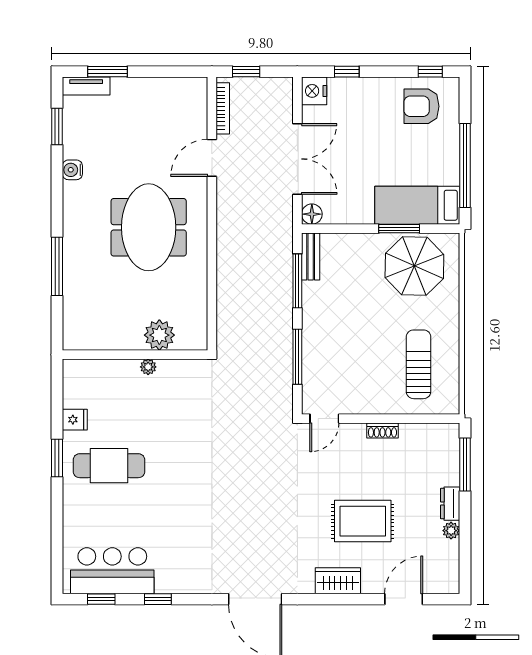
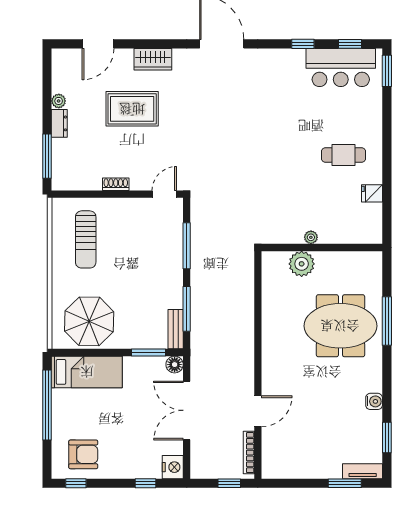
meeting table: (149, 227) -> (340, 326), moved, turned 90
window: (399, 229) -> (149, 352), moved
window: (57, 458) -> (387, 71), moved
cafe table: (109, 466) -> (344, 155), width x0.73, depth x0.74

